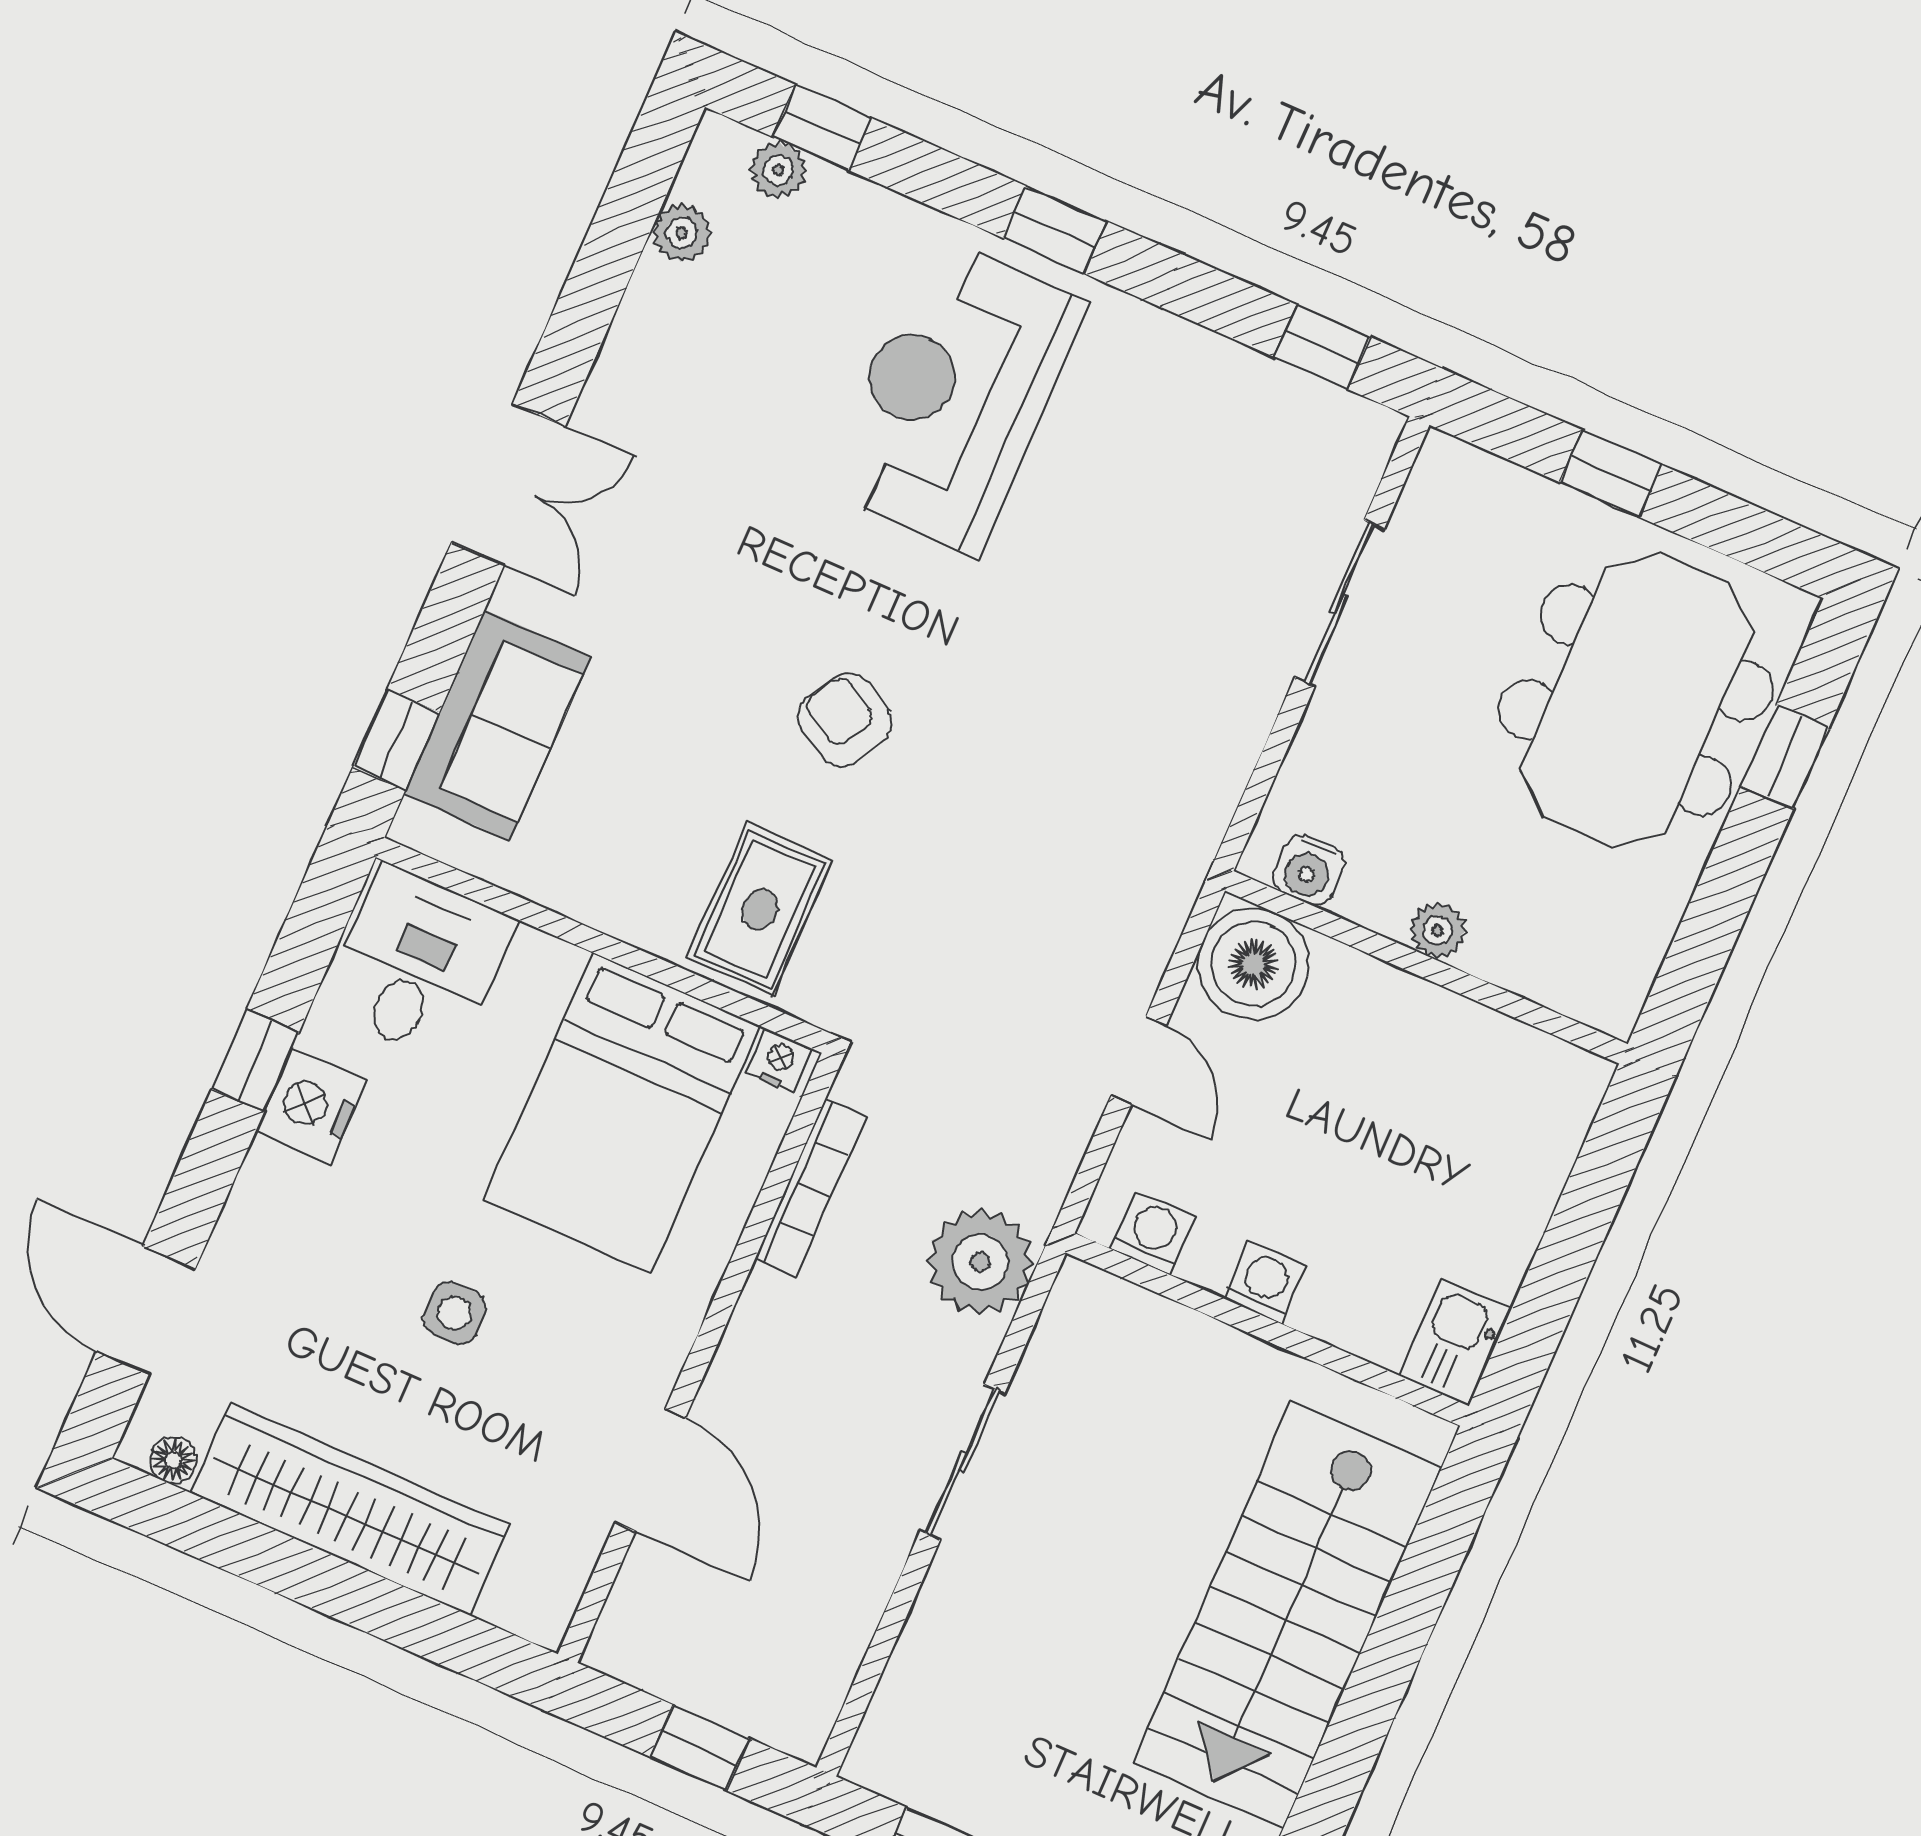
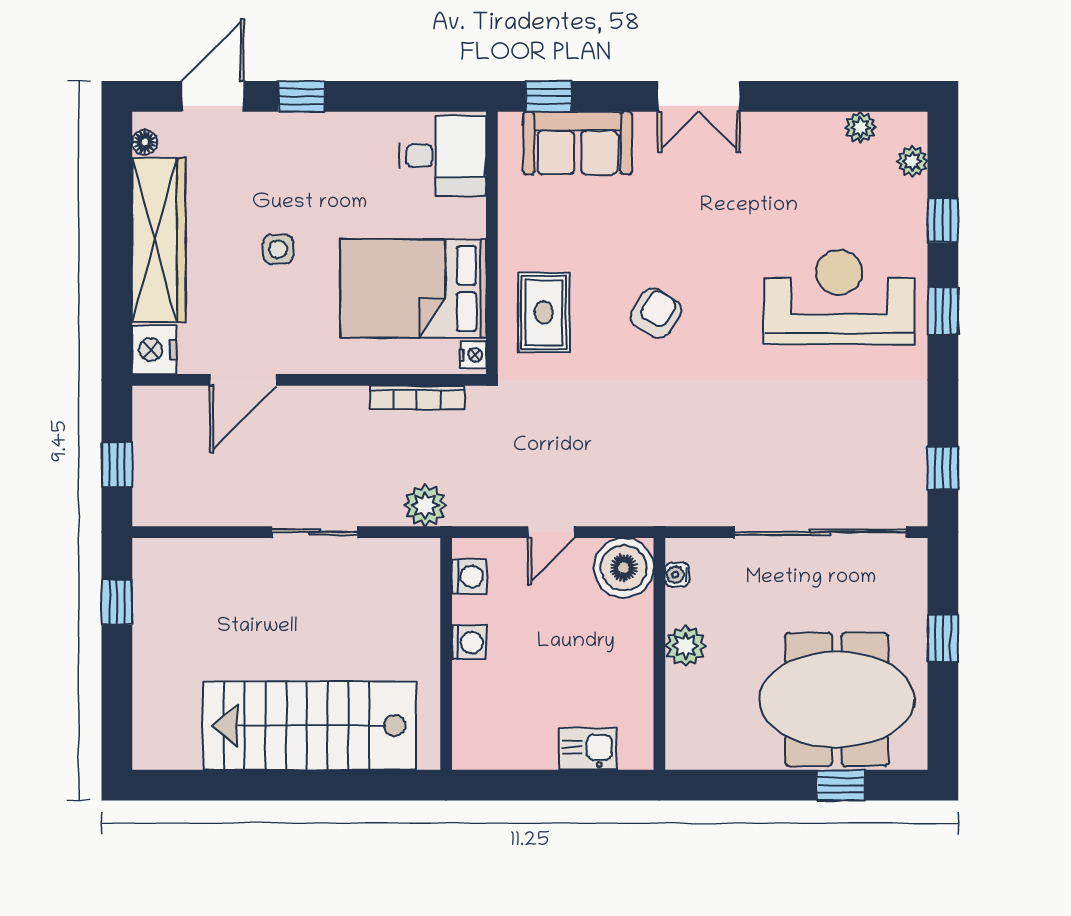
window: (822, 127) -> (943, 220), moved
sliding door: (1339, 603) -> (820, 532), width x1.86
water cooler: (1309, 870) -> (677, 575), width x0.72, depth x0.72
rug: (760, 909) -> (544, 312), turned 90
plant: (1438, 930) -> (686, 646), width x1.38, depth x1.38
window: (255, 1061) -> (302, 96), moved
nightstand: (311, 1106) -> (154, 350), moved, turned -90
plant: (980, 1262) -> (425, 505), width x0.73, depth x0.73
kitchen sink: (1455, 1342) -> (588, 749), moved

